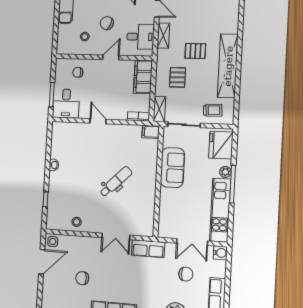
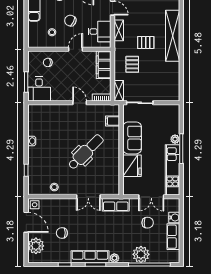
shelving: (228, 66) -> (173, 36), moved
trolley: (213, 110) -> (162, 90), removed
door: (98, 121) -> (80, 103), moved
filing cabinet: (151, 132) -> (113, 121), moved
fridge: (221, 145) -> (132, 166), moved, turned 180
dental chair: (116, 182) -> (86, 152), width x1.36, depth x1.38
water cooler: (220, 253) -> (174, 218), moved
door: (42, 262) -> (26, 222), hinge flipped
plant: (51, 291) -> (36, 246), added

